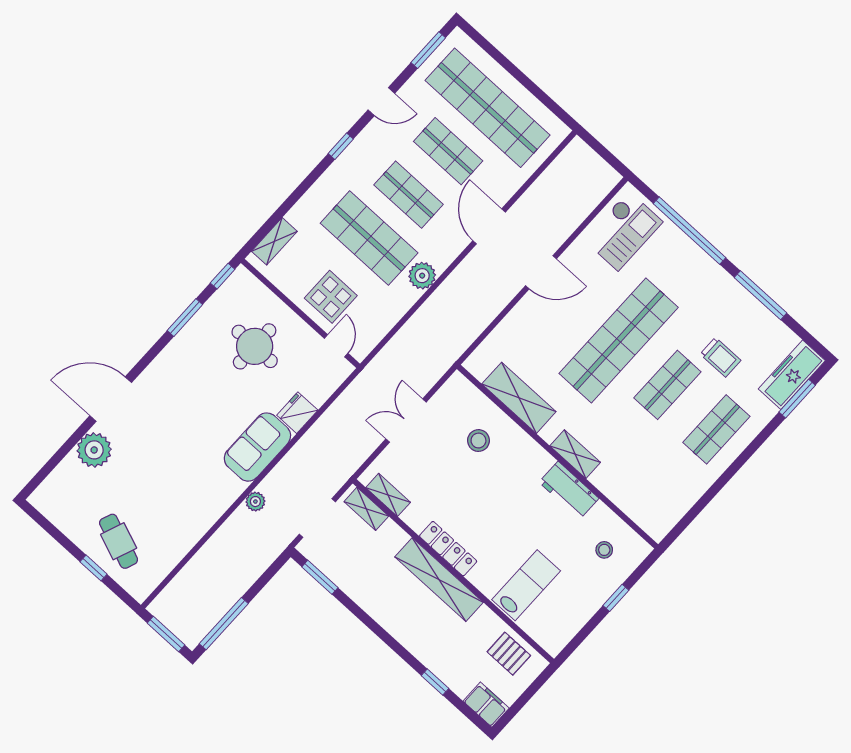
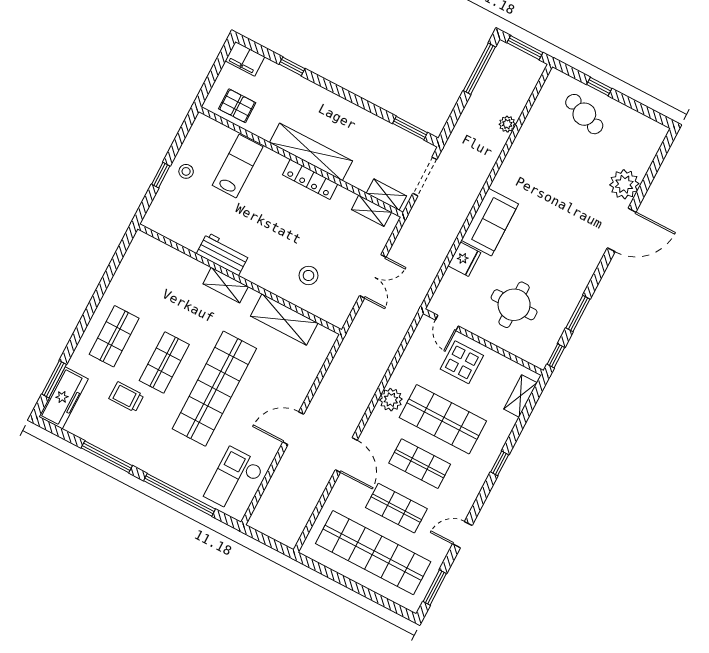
window: (341, 146) -> (500, 463), moved
plant: (255, 502) -> (507, 124), moved
stool: (604, 550) -> (186, 171), moved
lab bench: (526, 585) -> (238, 166), turned 180

